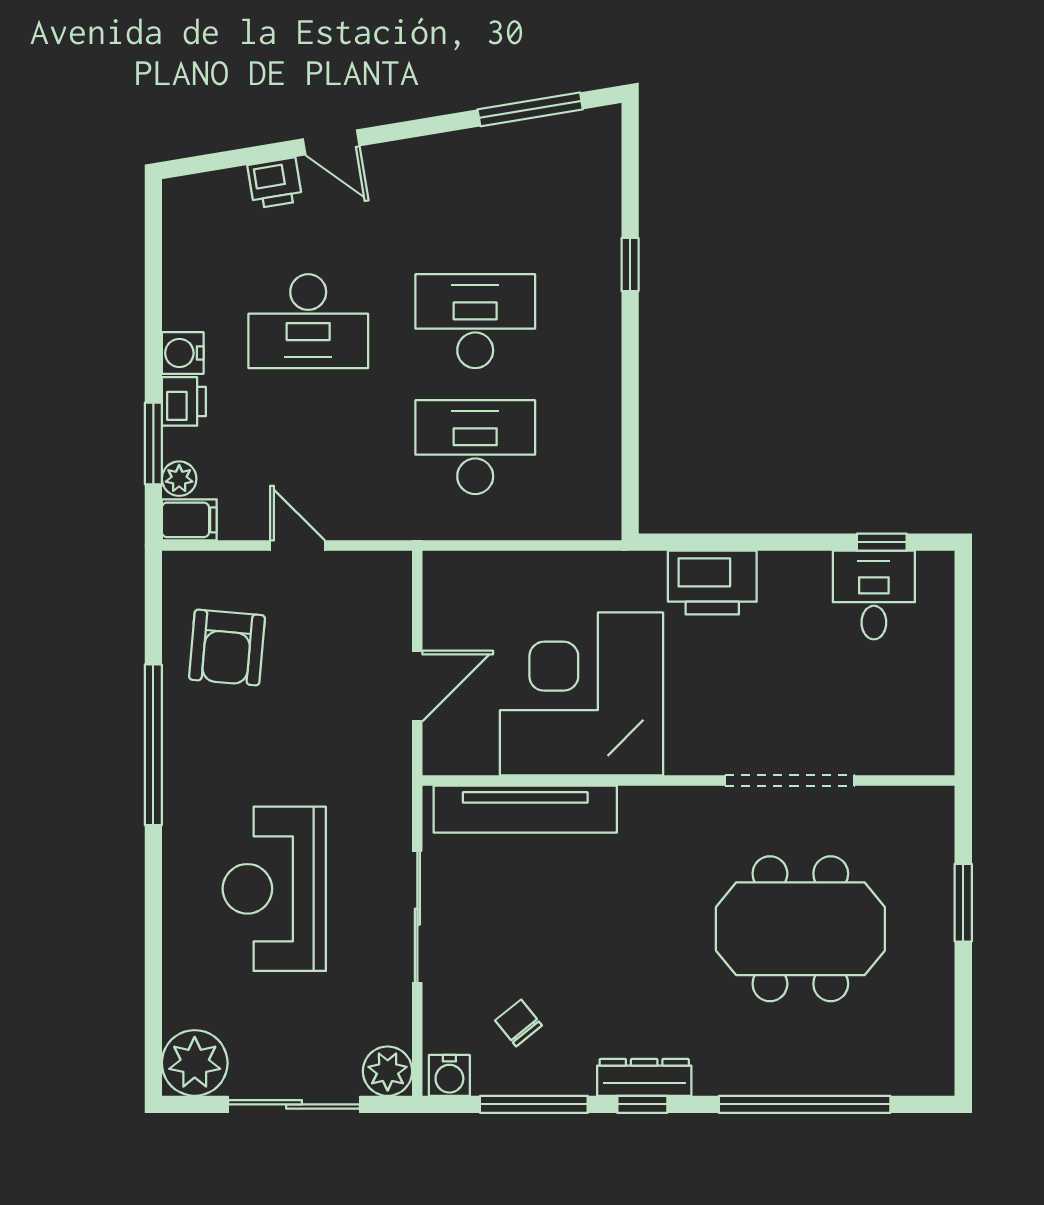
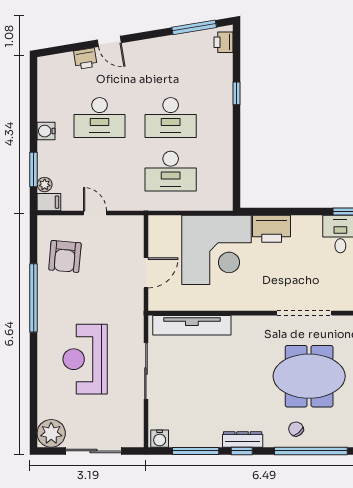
desk: (475, 321) -> (171, 118), turned 180
printer: (184, 401) -> (224, 42), moved, turned 180
desk: (475, 447) -> (171, 171), turned 180
corner desk: (581, 694) -> (217, 250), moved, turned 180
chair: (519, 1023) -> (296, 429), moved
plant: (388, 1071) -> (133, 437), removed

